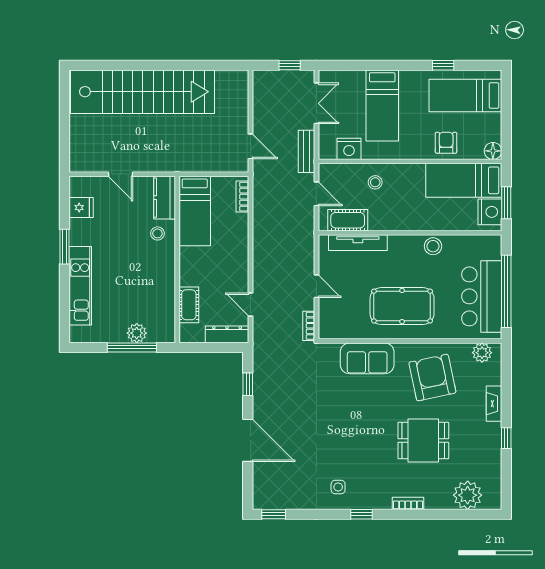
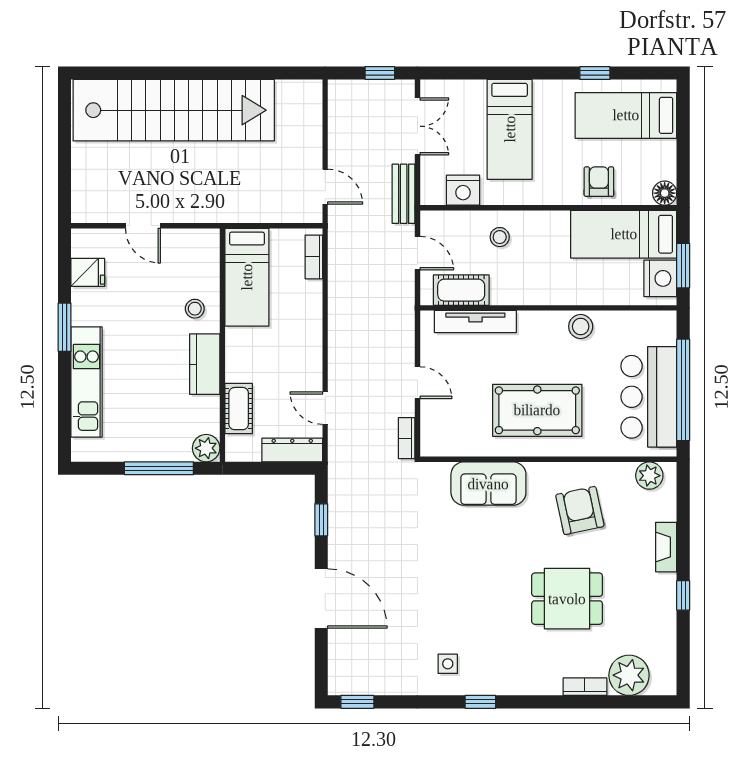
kitchen counter: (165, 198) -> (205, 364), moved
plant: (137, 333) -> (206, 448), moved
armchair: (432, 378) -> (580, 510), width x0.73, depth x0.73
bookcase: (408, 503) -> (585, 687), moved

